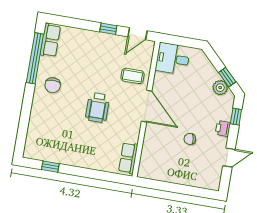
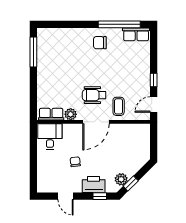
door: (138, 34) -> (154, 105), hinge flipped
desk: (173, 59) -> (50, 137), moved
wheelchair: (98, 108) -> (94, 95), moved
printer: (223, 128) -> (94, 185), width x1.87, depth x1.48
plant: (132, 135) -> (71, 114), added
window: (50, 167) -> (33, 52), width x2.17

